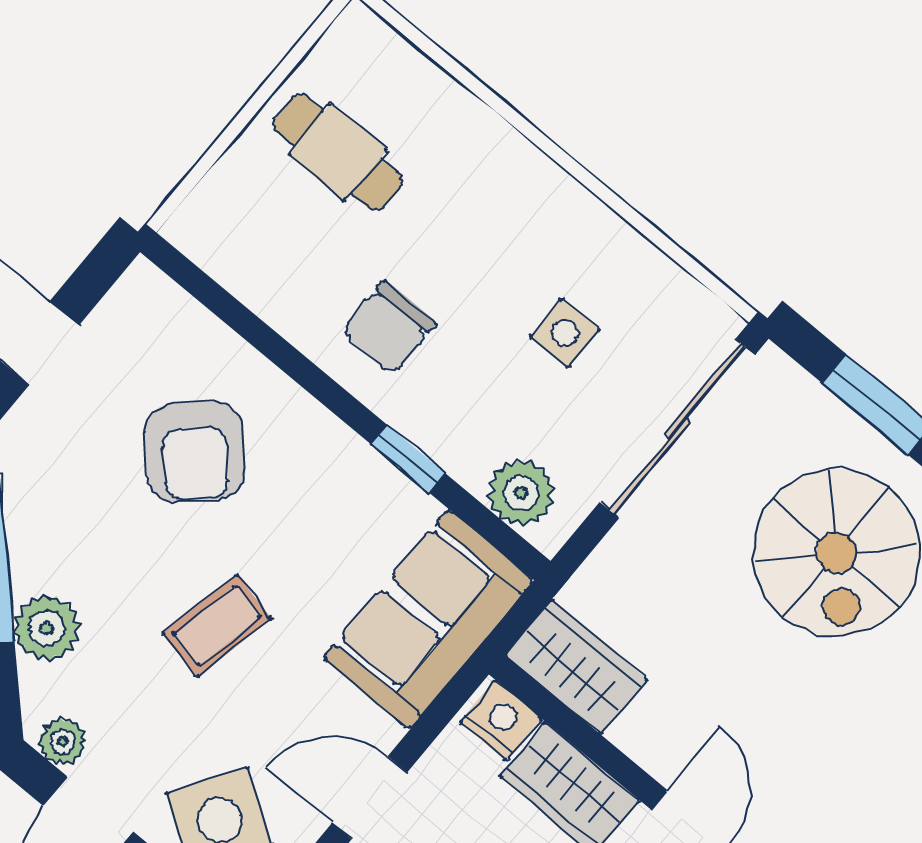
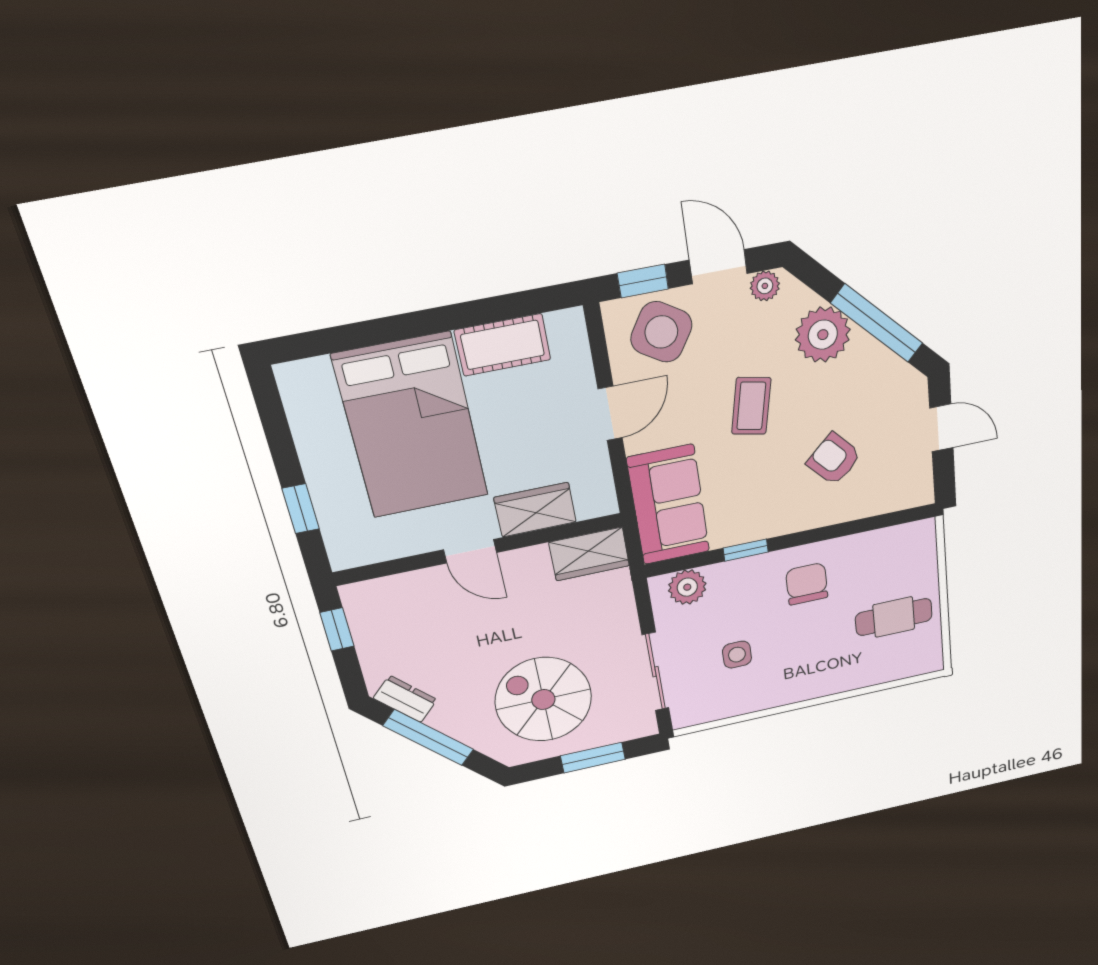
sliding door: (677, 428) -> (655, 672), width x0.73
armchair: (195, 452) -> (834, 459), width x0.72, depth x0.72
plant: (47, 628) -> (823, 335), width x1.36, depth x1.36
nightstand: (501, 720) -> (594, 502), removed

